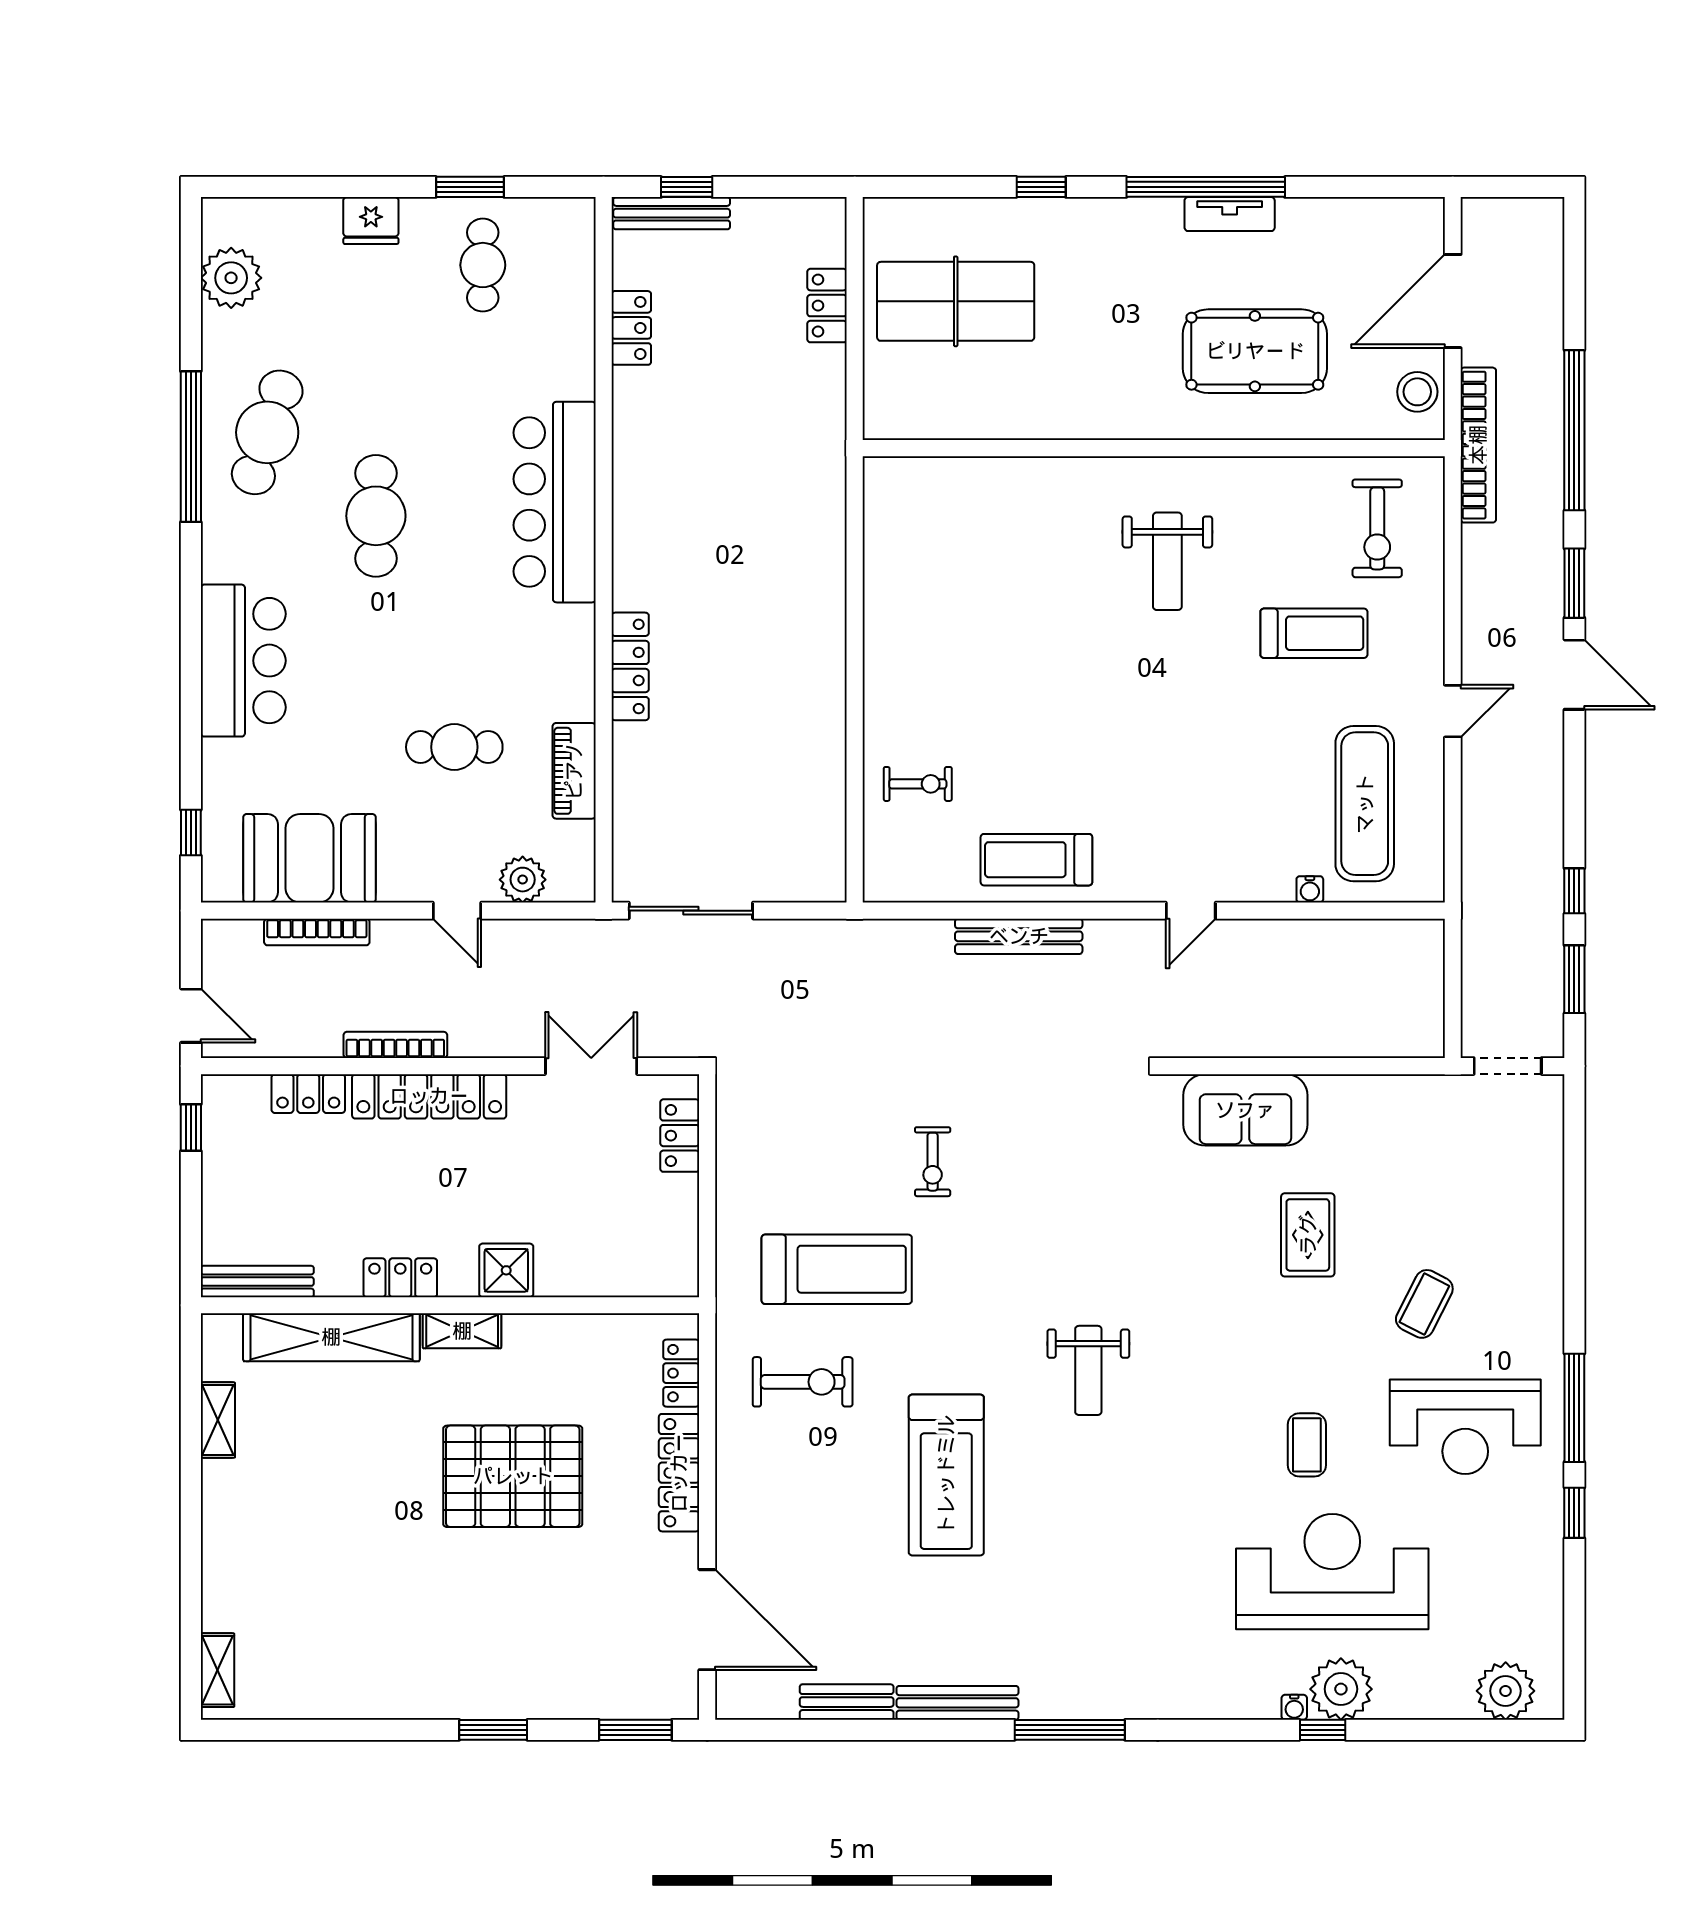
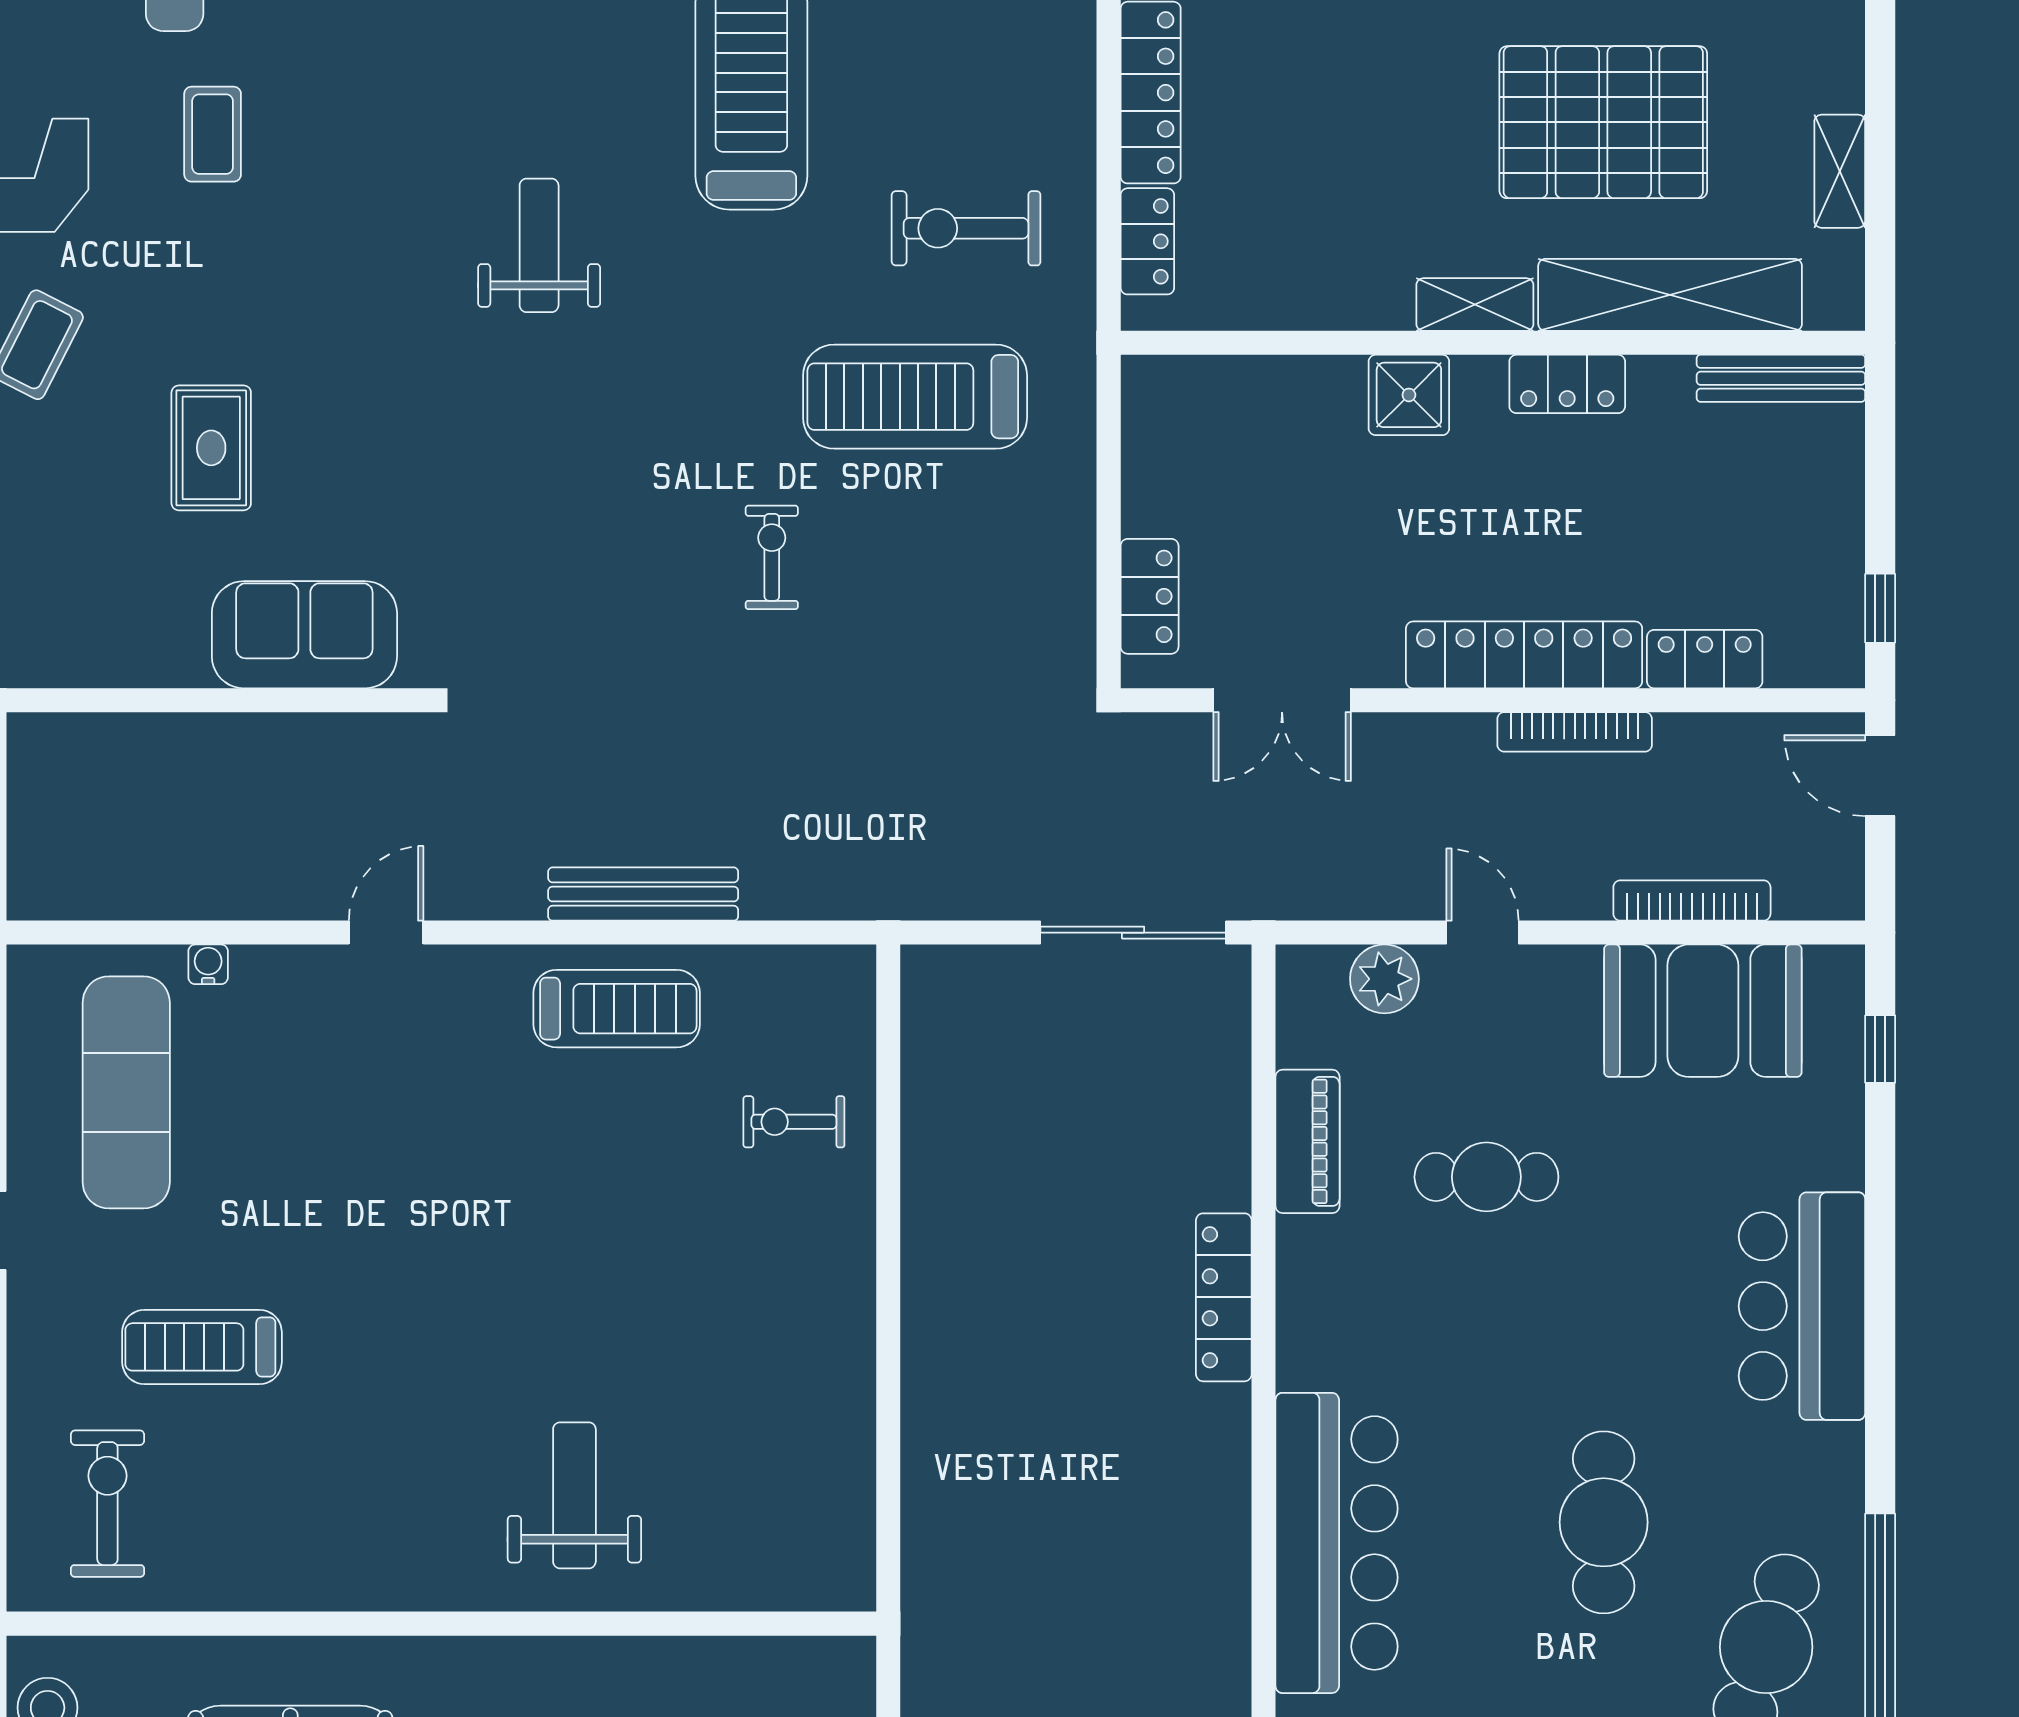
weight bench: (1167, 561) -> (574, 1495), moved
pallet: (513, 1476) -> (1603, 122), moved

